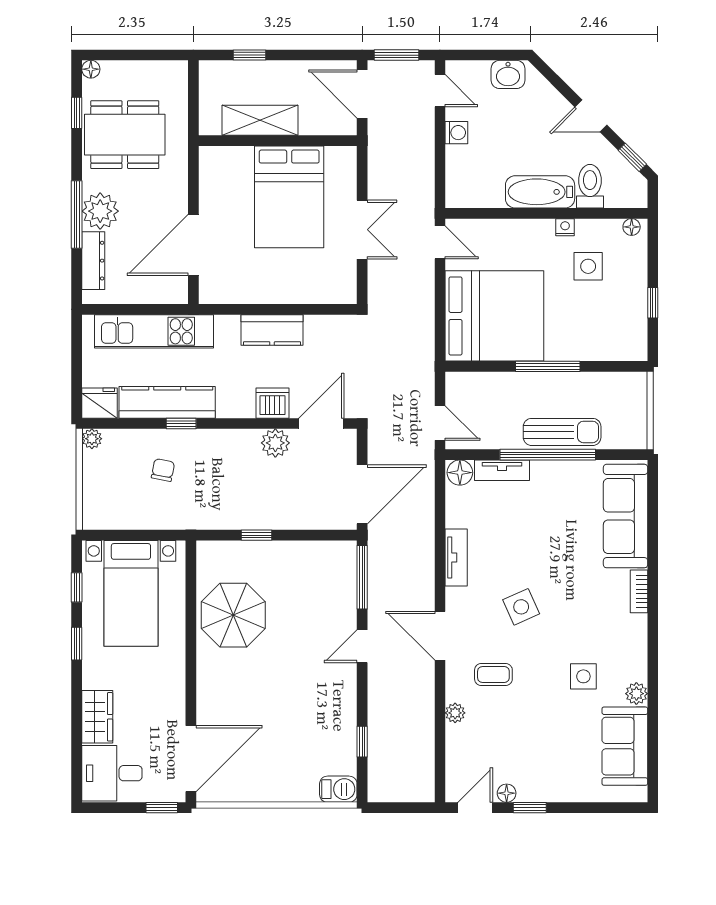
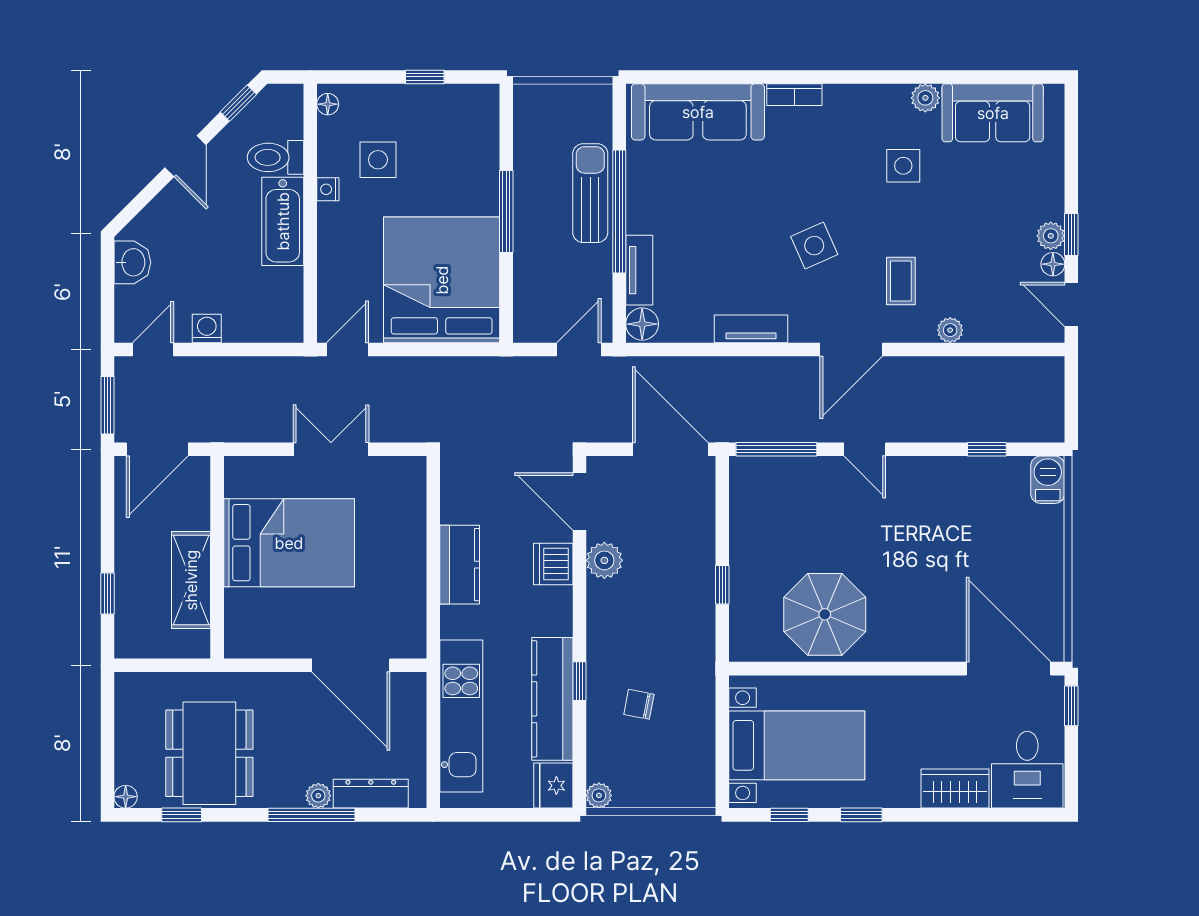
plant: (100, 211) -> (318, 796), width x0.53, depth x0.53
plant: (529, 792) -> (1051, 236), added

